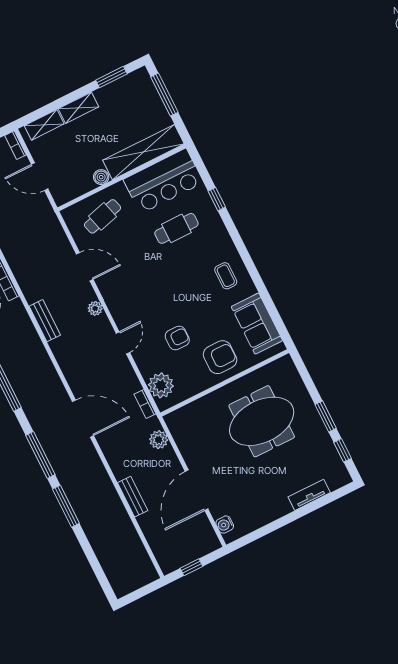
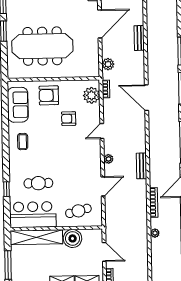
boiler: (101, 177) -> (73, 238), width x1.86, depth x1.86
door: (85, 267) -> (103, 186), swing flipped
meeting table: (262, 421) -> (42, 46), width x1.36

